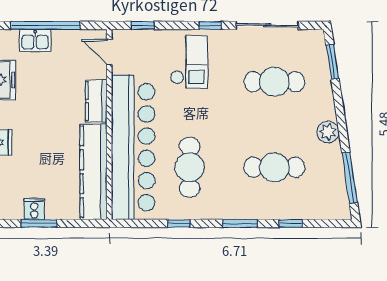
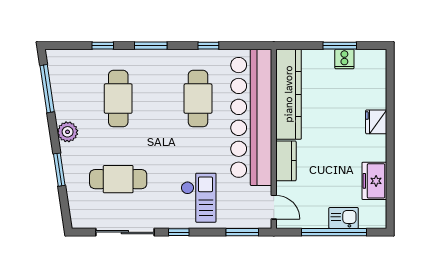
window: (143, 25) -> (242, 232), width x1.50
checkout: (189, 62) -> (199, 198), turned 180
window: (332, 62) -> (59, 170), moved
cafe table: (274, 167) -> (118, 99), turned 90

